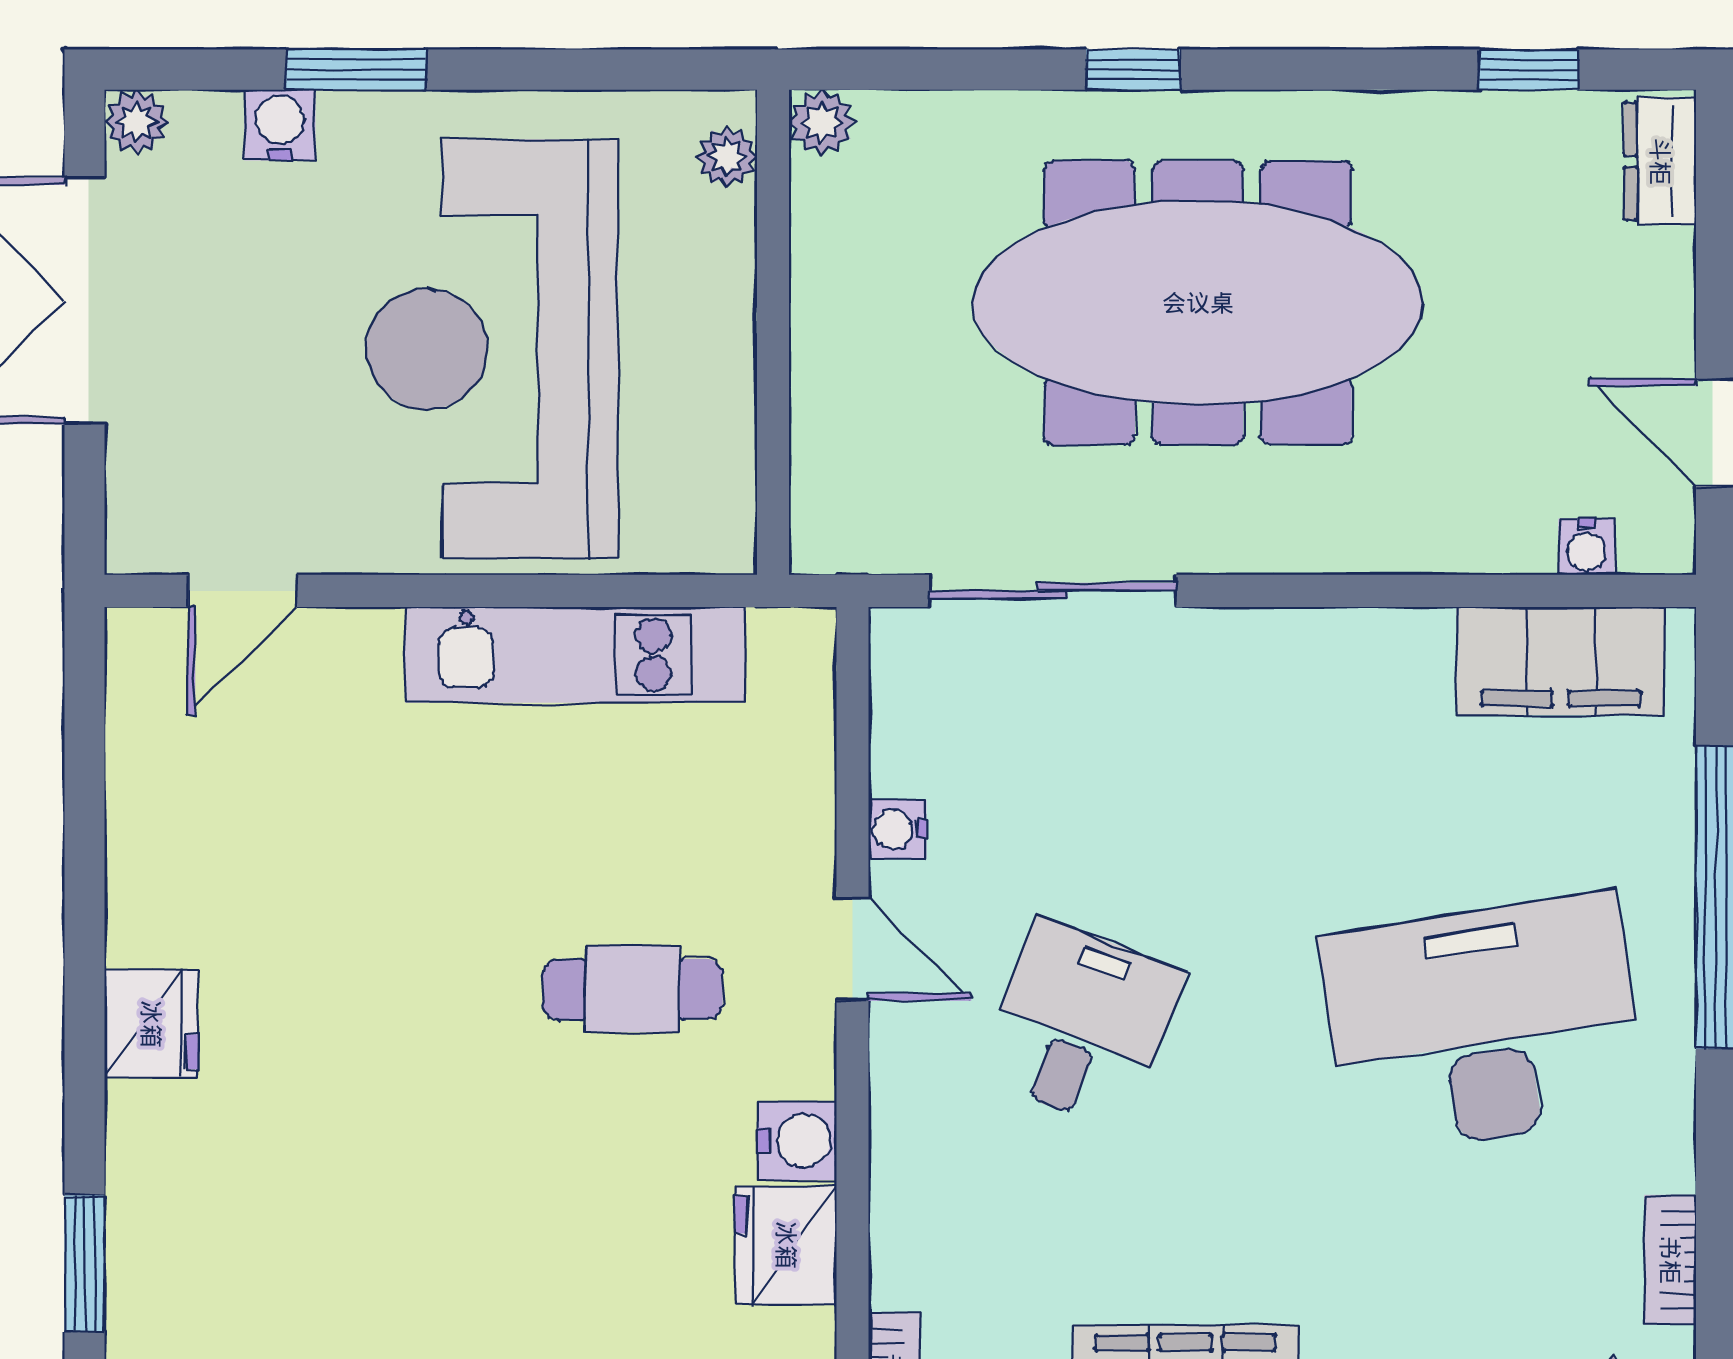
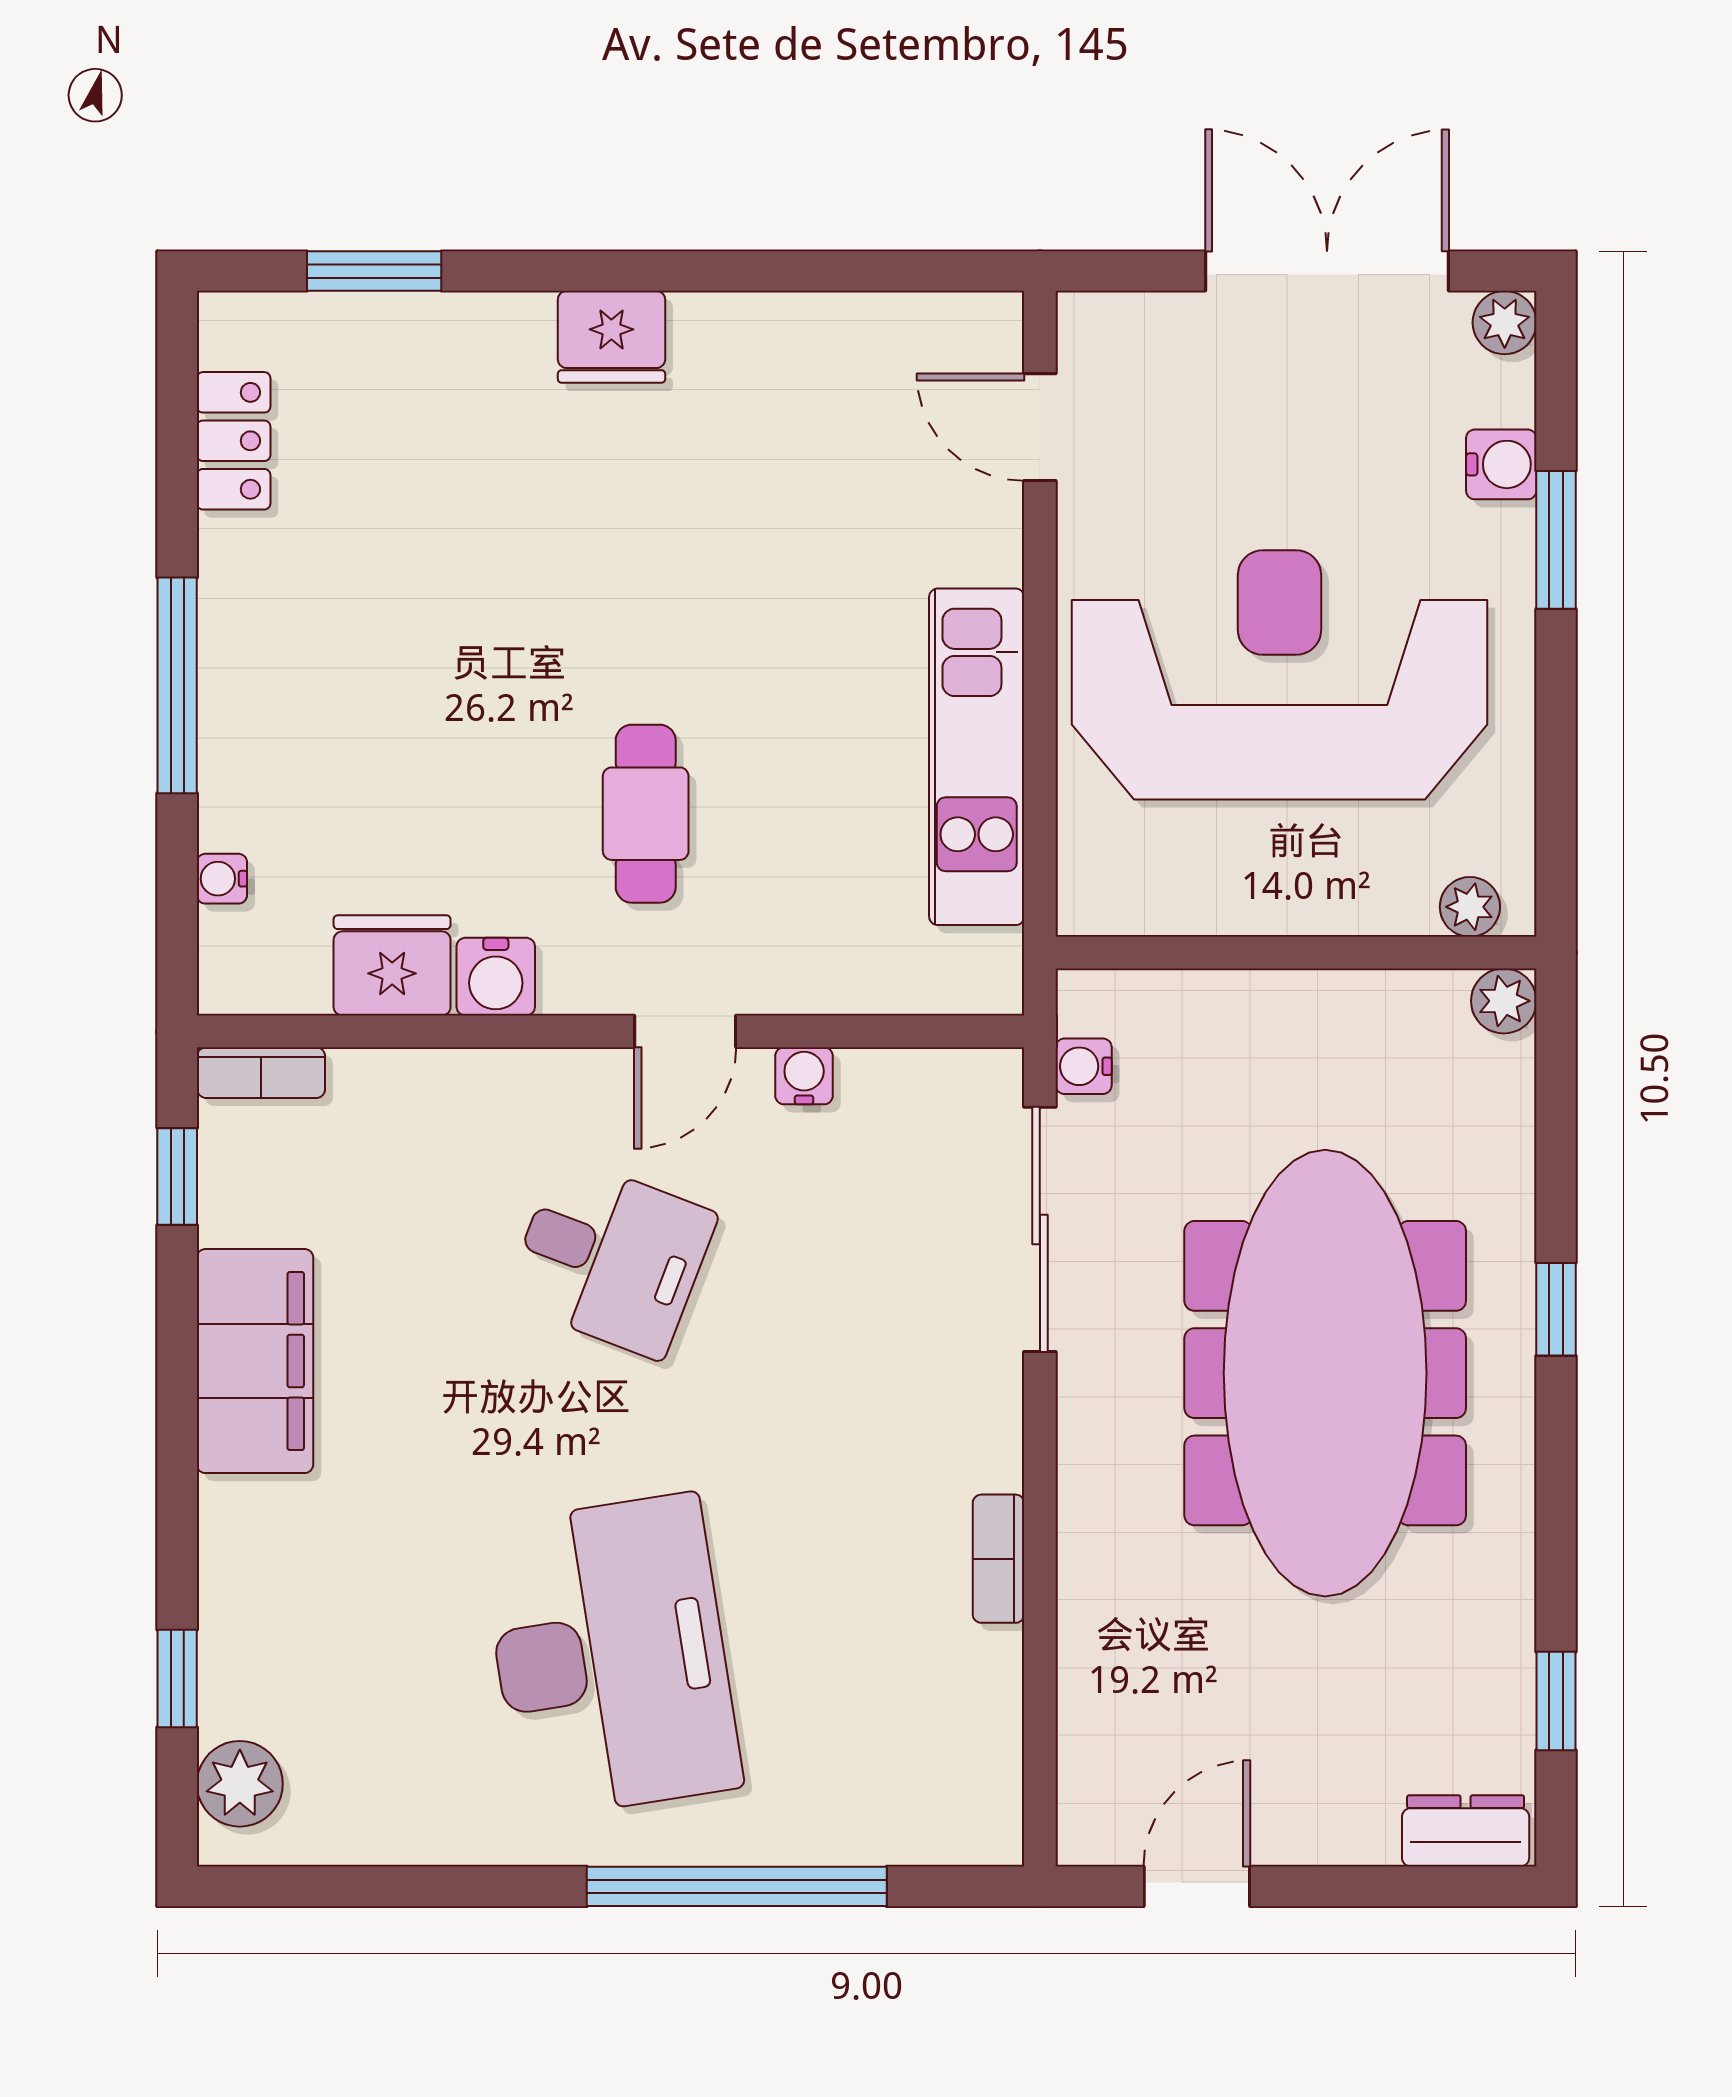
water cooler: (1587, 547) -> (1084, 1066), moved
filing cabinet: (1561, 661) -> (971, 1733), removed
bookcase: (1670, 1260) -> (998, 1559), moved, turned -90

